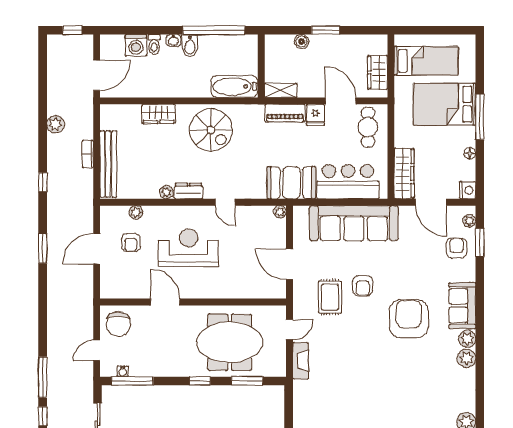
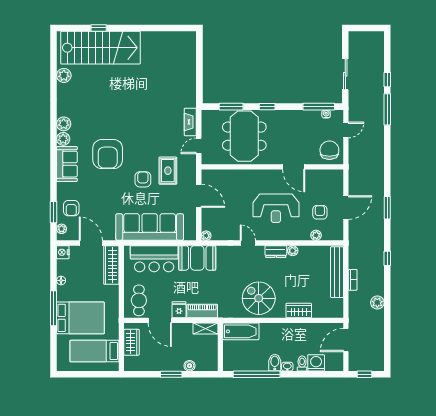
meeting table: (230, 342) -> (244, 136), turned 90

